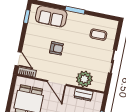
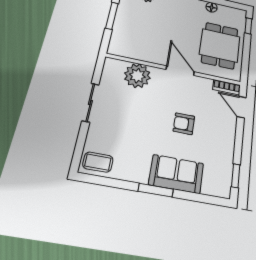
sofa: (51, 16) -> (176, 174), moved
coffee table: (98, 35) -> (98, 162), moved
dresser: (83, 95) -> (138, 53), removed

